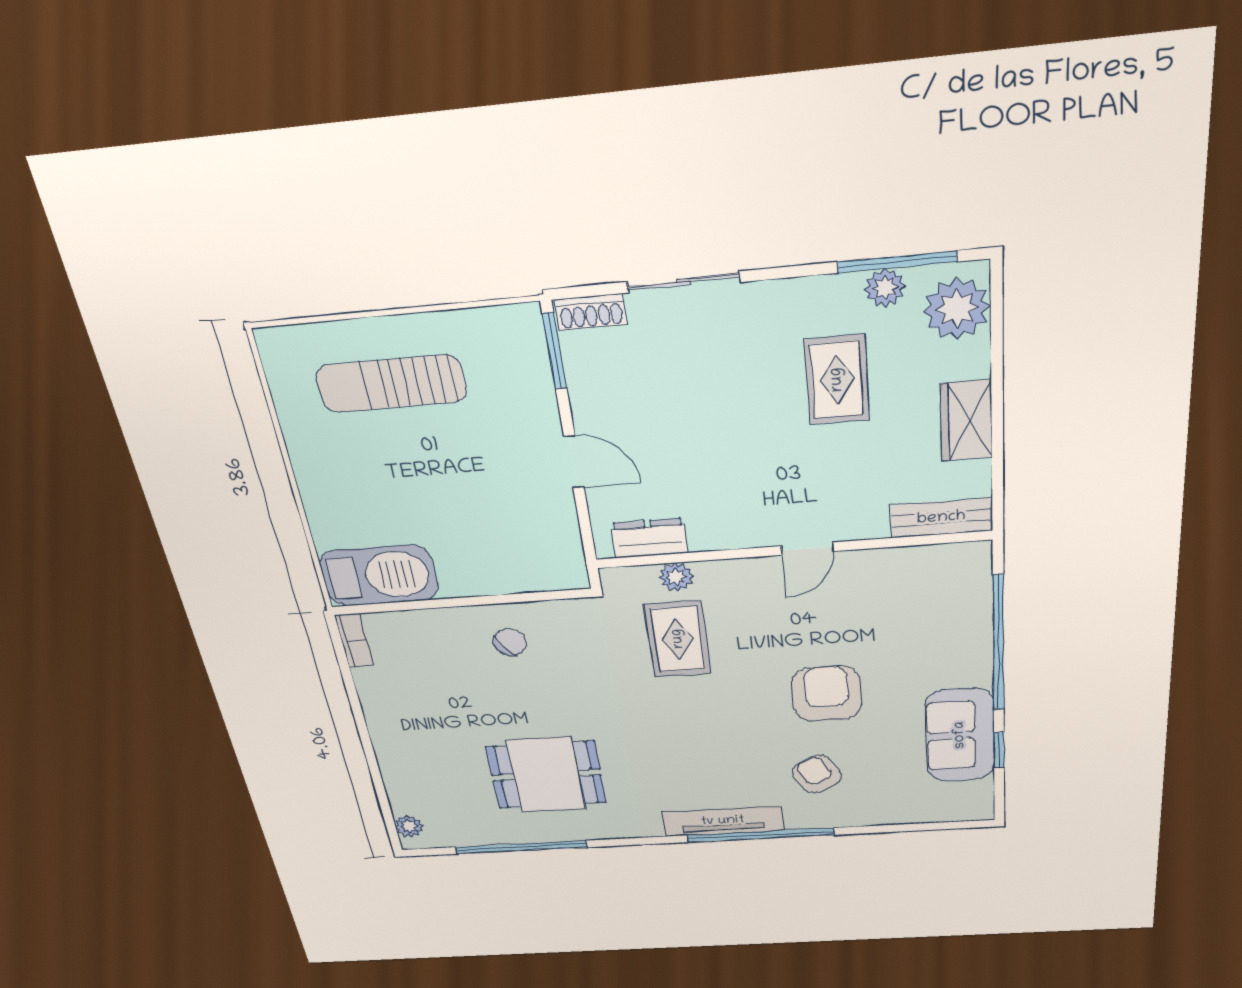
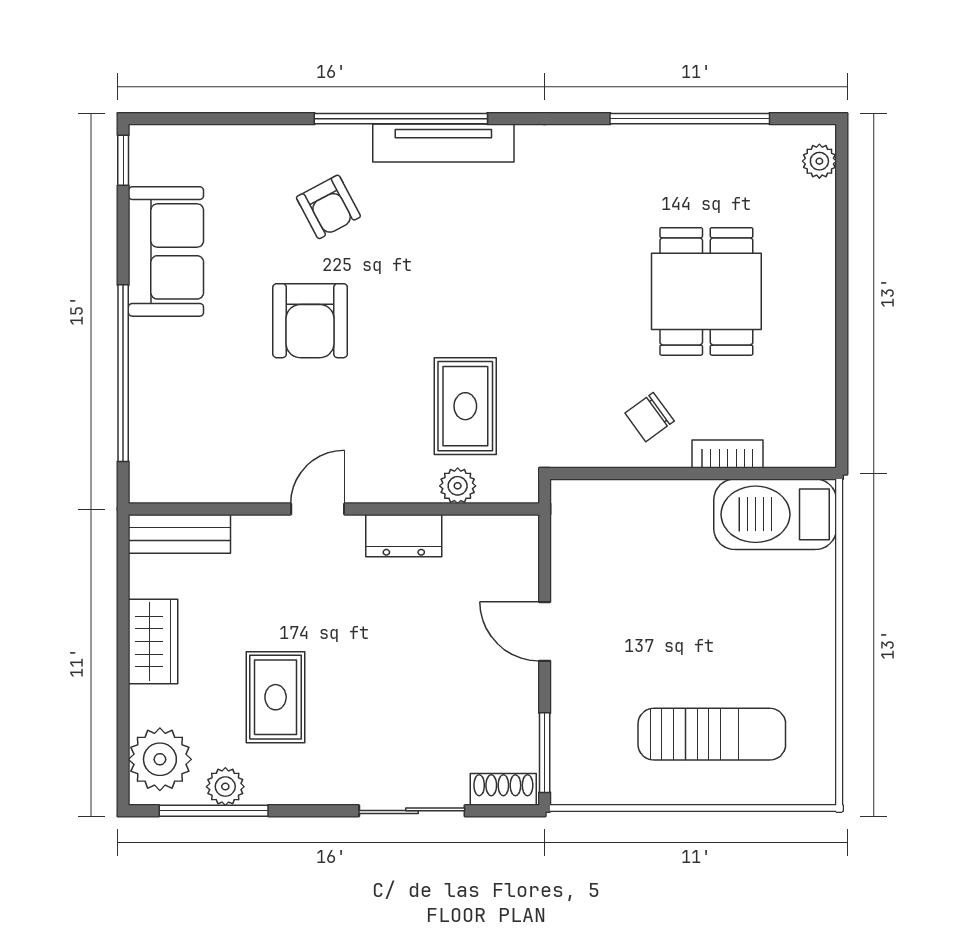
dresser: (649, 538) -> (404, 536), moved
bookcase: (354, 641) -> (728, 454), moved, turned 90
window: (999, 750) -> (123, 160), moved
dining table: (546, 775) -> (706, 291), moved, turned 90

